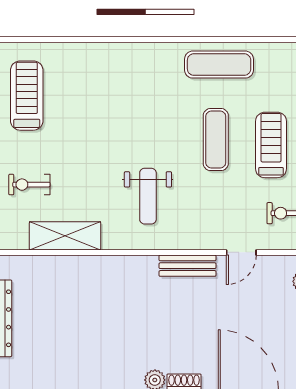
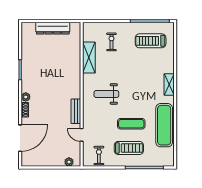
shelving: (126, 53) -> (169, 85), added
exercise mat: (219, 65) -> (164, 125), width x1.36, depth x1.45
treadmill: (27, 96) -> (151, 41), turned 180

